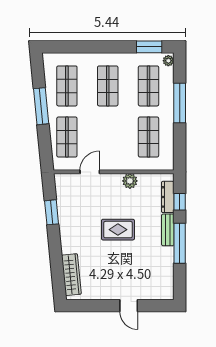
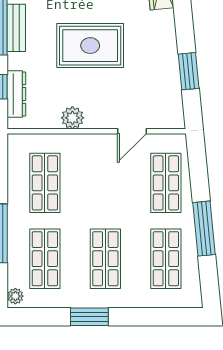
window: (149, 47) -> (89, 317), moved
rug: (118, 230) -> (90, 46), width x1.36, depth x1.43
bench: (168, 230) -> (16, 28), moved

